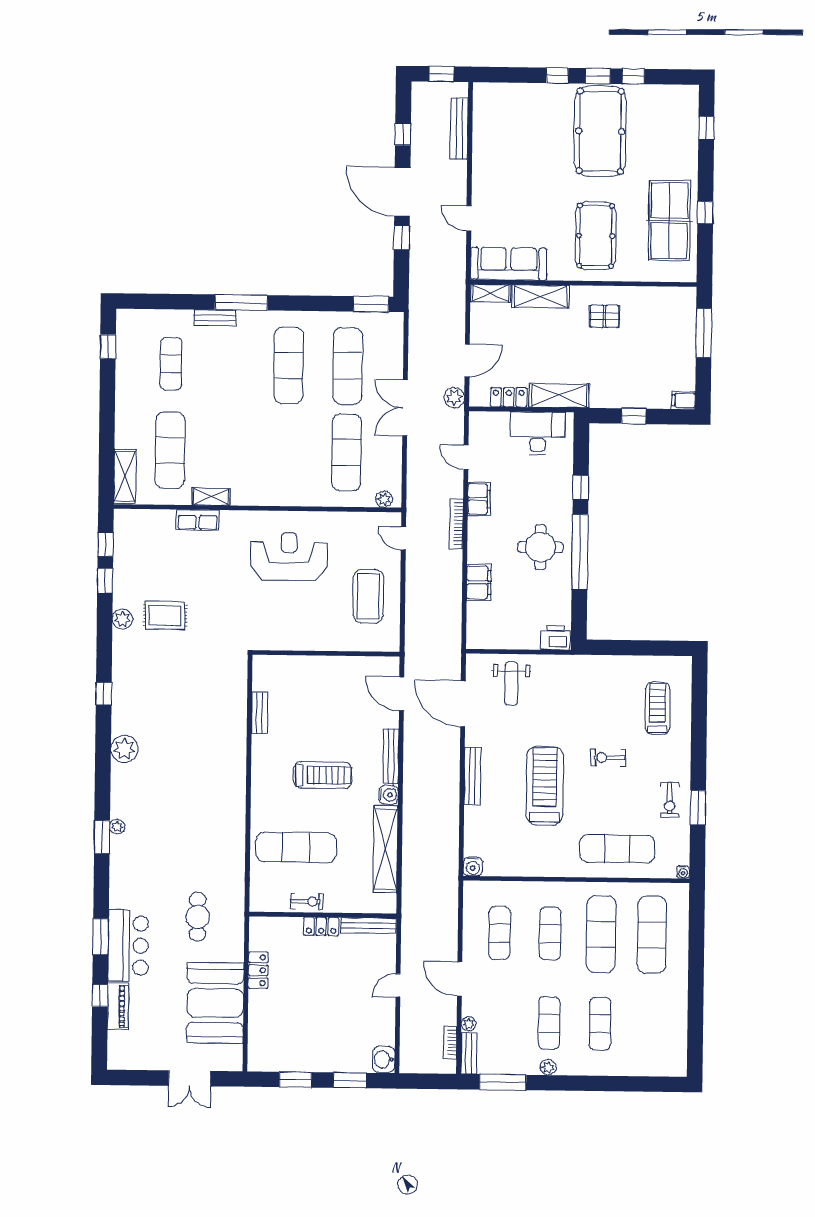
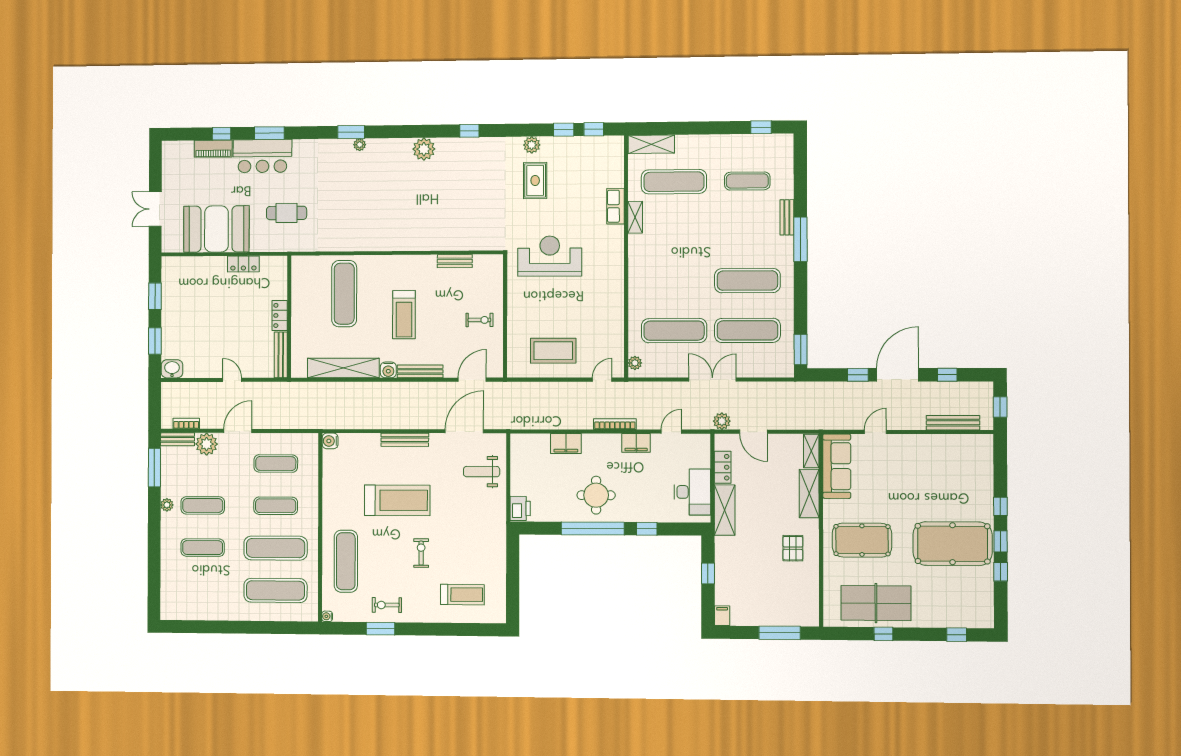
reception desk: (289, 557) -> (550, 256), moved, turned -90
exercise bike: (307, 902) -> (479, 320), moved, turned -90
plant: (469, 1024) -> (207, 444), width x1.88, depth x1.88

